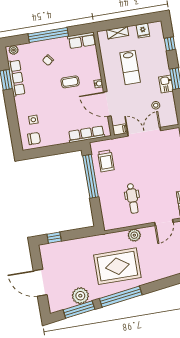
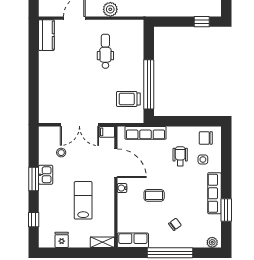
shelving: (118, 33) -> (102, 242), moved
row of seats: (16, 78) -> (214, 193), moved
wheelchair: (53, 119) -> (180, 156), added
trolley: (106, 161) -> (128, 99), turned -90

